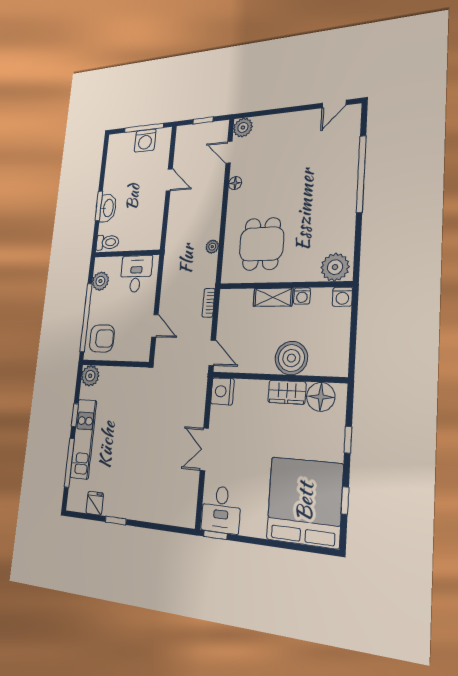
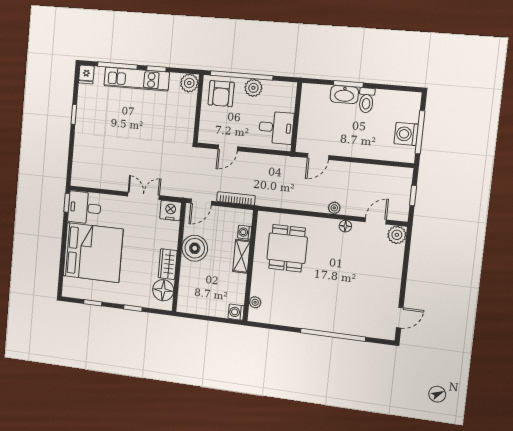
door: (334, 104) -> (400, 318), swing flipped
door: (169, 180) -> (318, 157), moved
toilet: (108, 242) -> (366, 100), moved
dining table: (261, 244) -> (287, 248), turned 90
plant: (212, 247) -> (334, 208), moved
plant: (335, 267) -> (255, 302), width x0.53, depth x0.53
plant: (100, 281) -> (253, 88), moved
washing machine: (302, 296) -> (245, 232), moved
bookcase: (209, 303) -> (236, 198), width x1.56
boiler: (291, 358) -> (195, 248), moved
double door: (204, 449) -> (143, 196), moved
bed: (305, 502) -> (93, 253), moved
fridge: (95, 503) -> (86, 74), moved, turned 90

